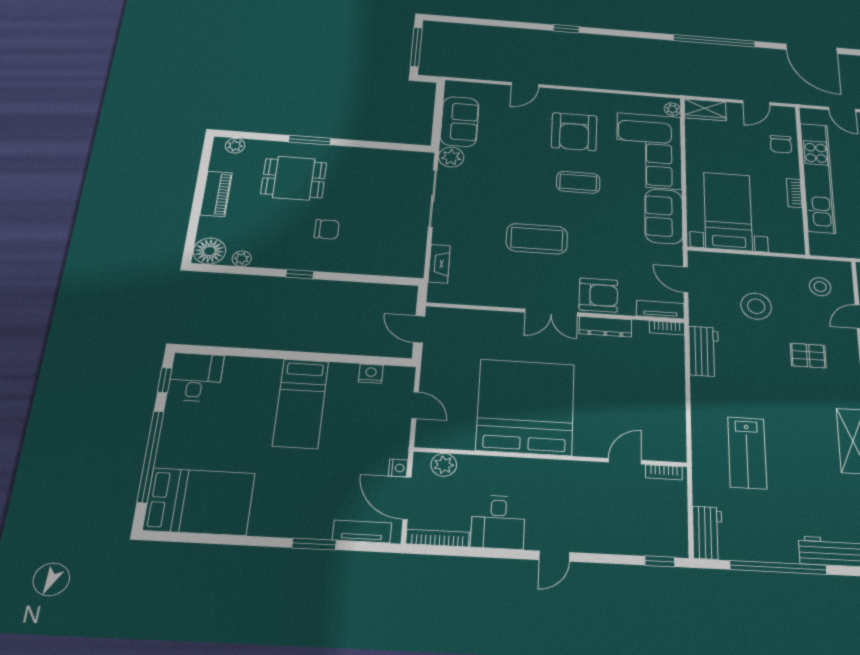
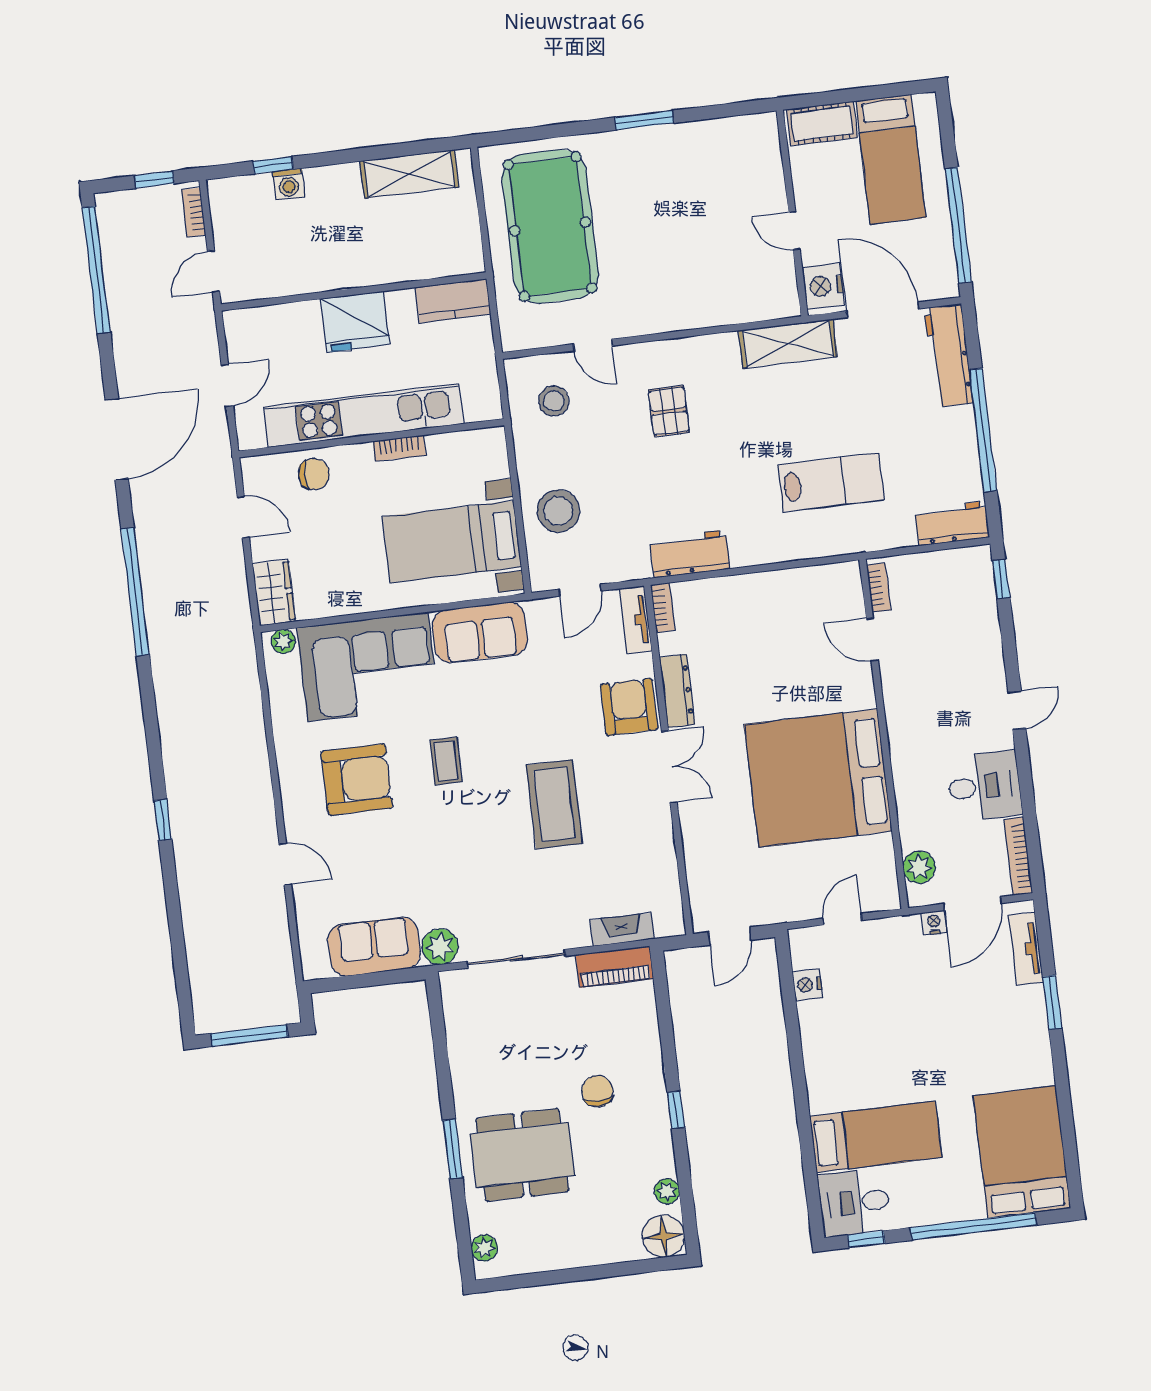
dining table: (294, 178) -> (522, 1155), width x1.38
coffee table: (578, 182) -> (446, 761), width x0.73, depth x0.77
piano: (216, 194) -> (615, 967), moved, turned 180
stool: (756, 306) -> (558, 511), moved
bed: (301, 403) -> (876, 1137), moved
door: (554, 556) -> (1017, 710), hinge flipped

